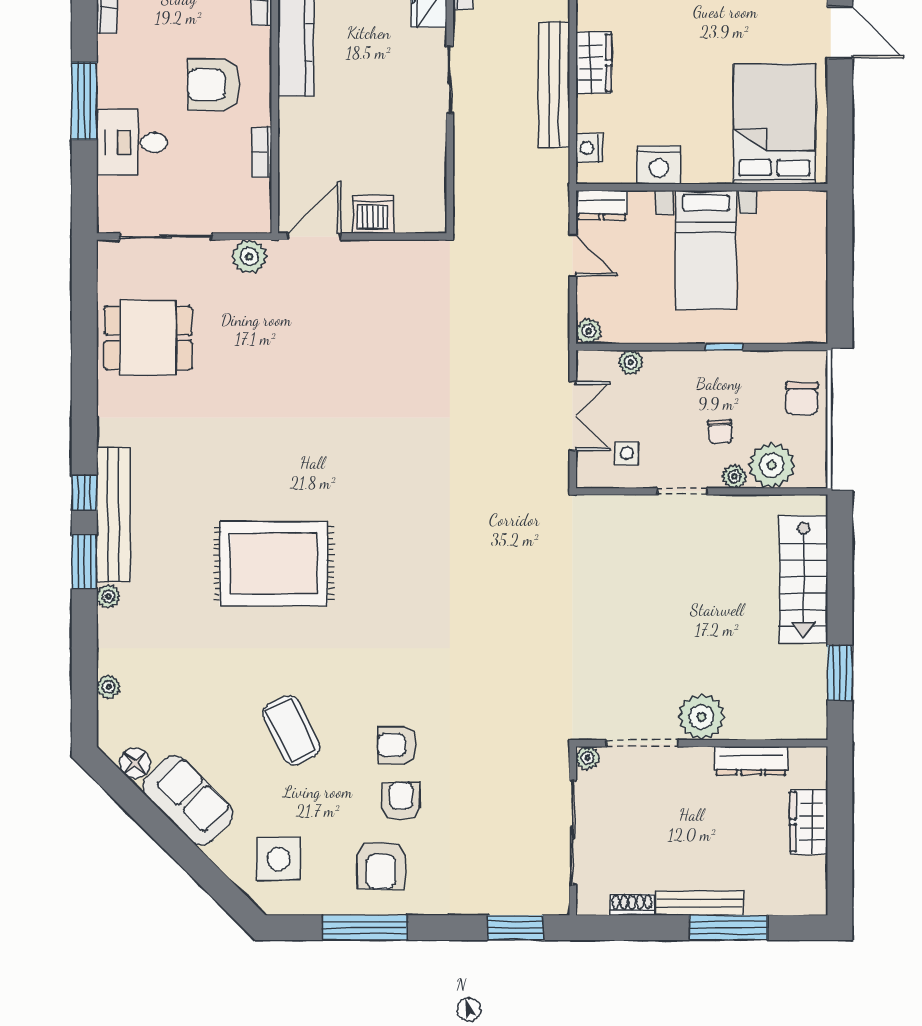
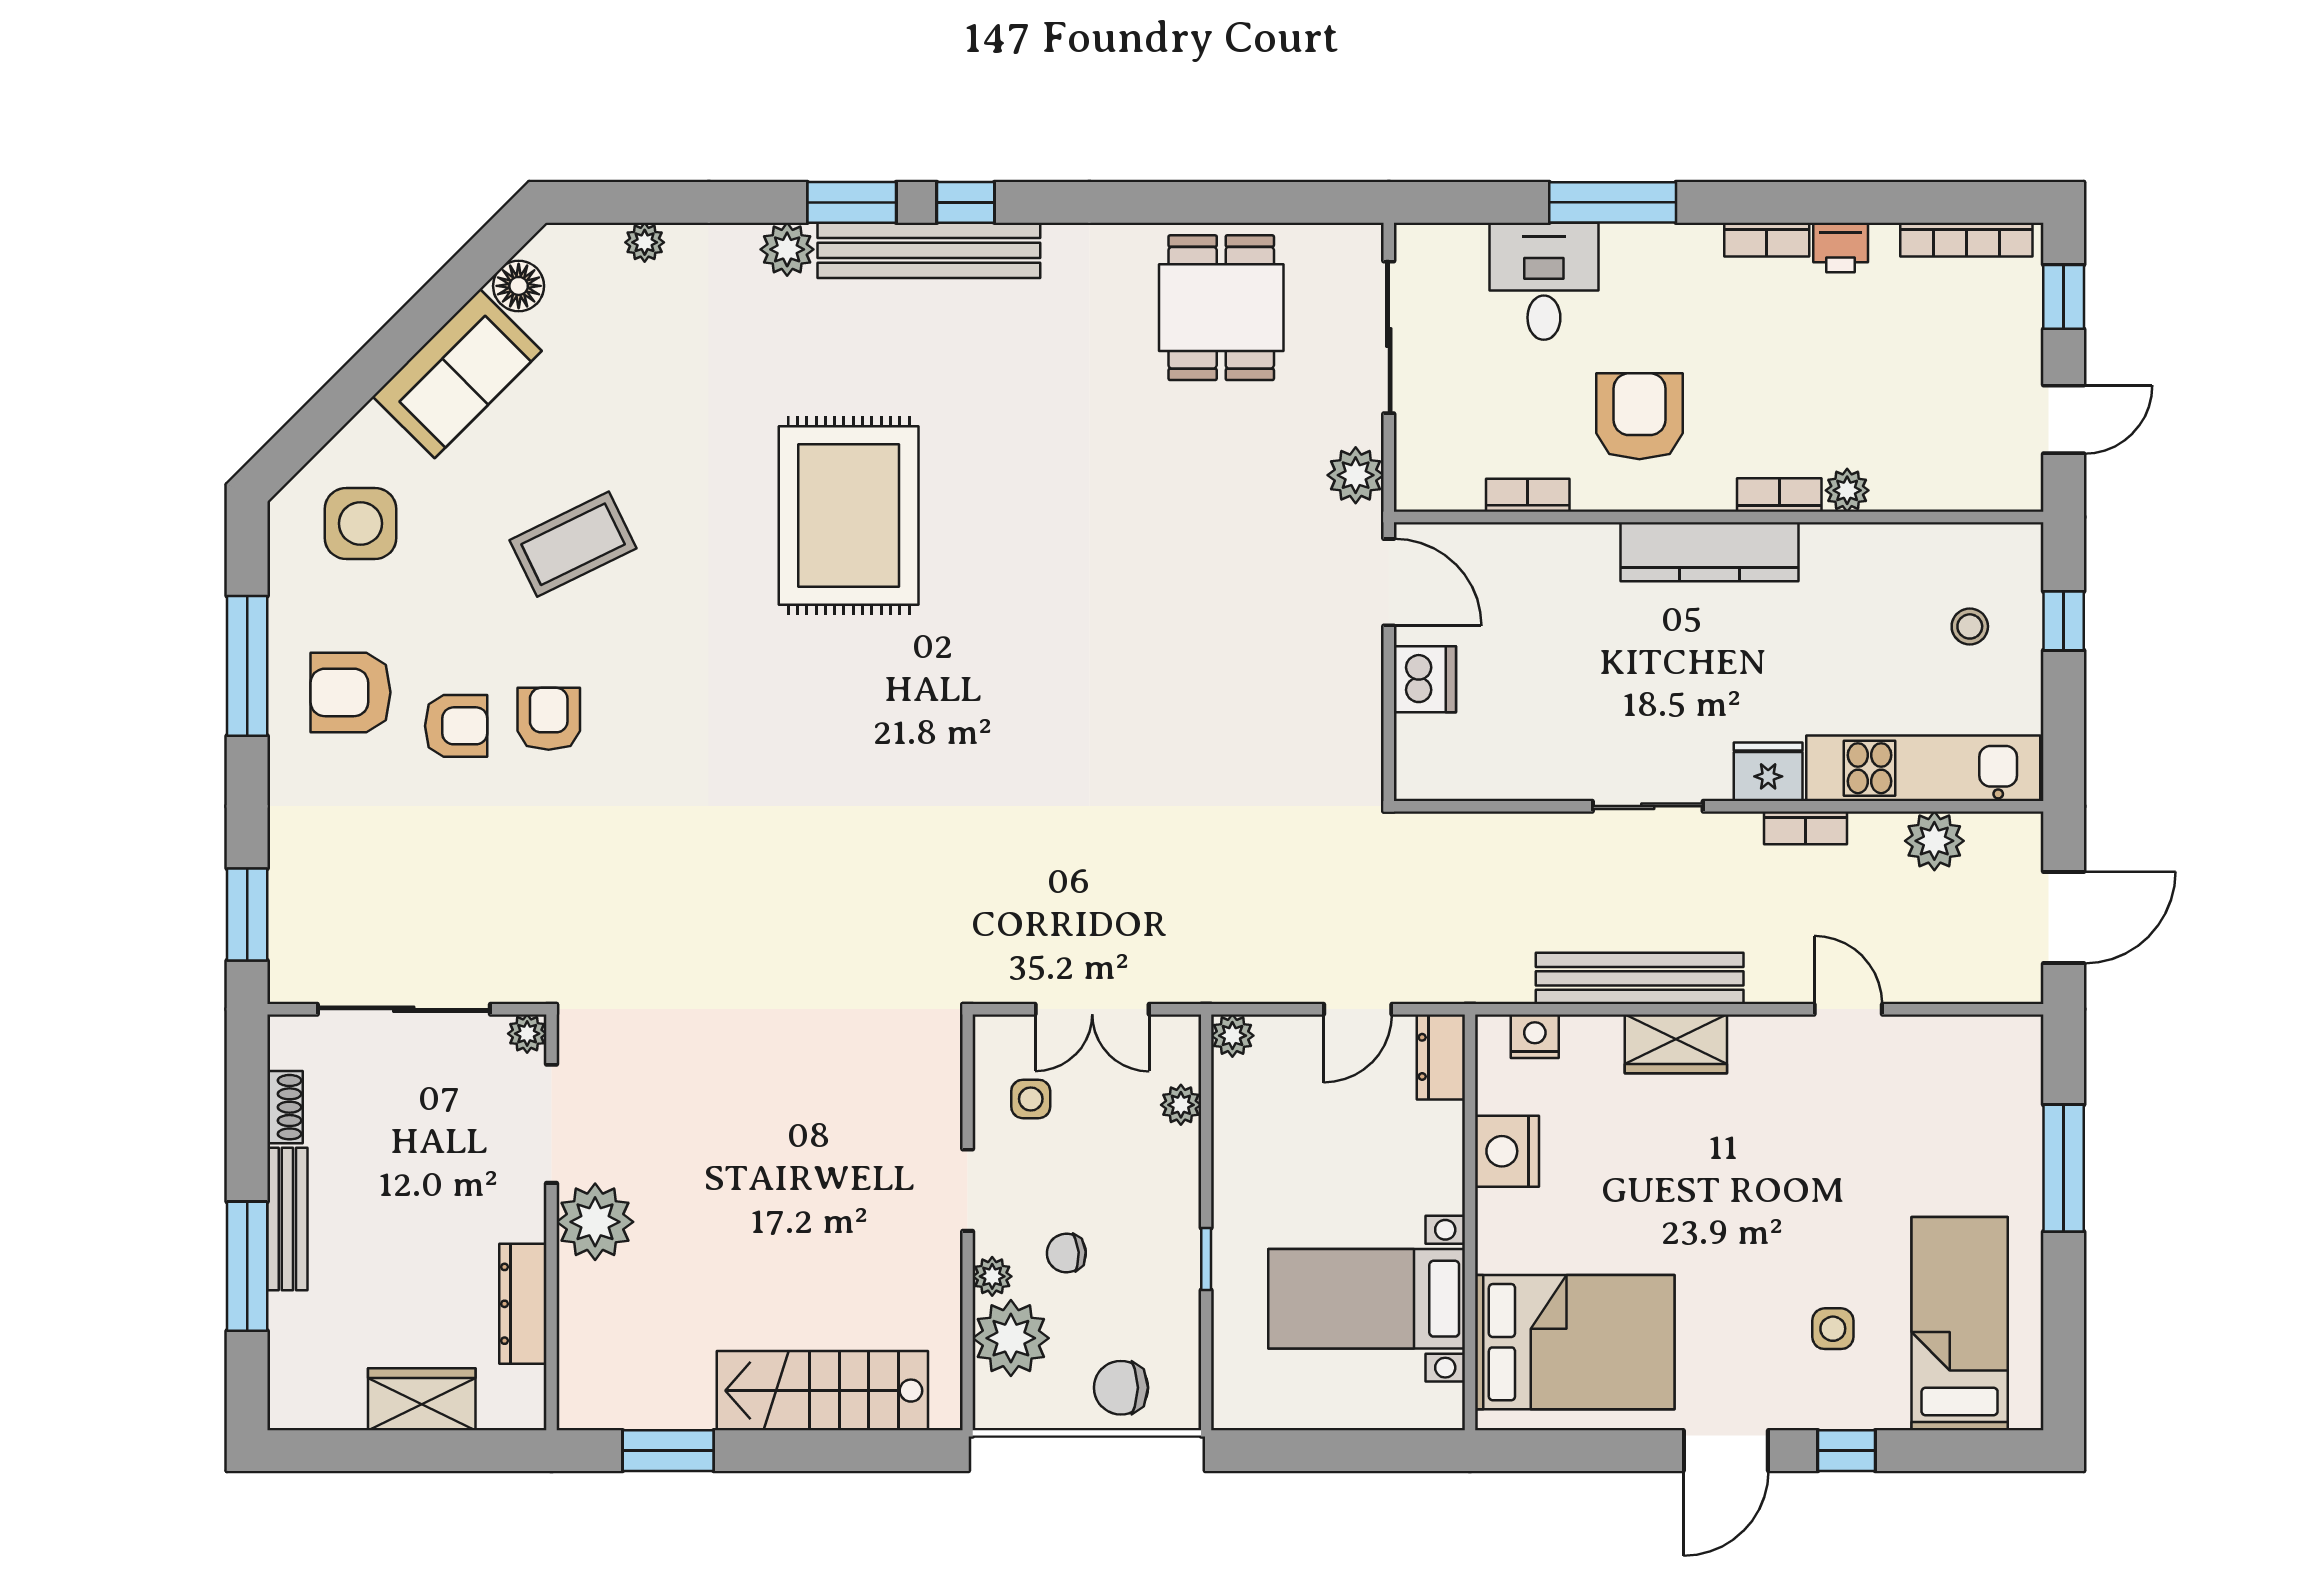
bed with nightstands: (706, 250) -> (1367, 1299), moved
plant: (108, 596) -> (787, 249), width x1.38, depth x1.38

